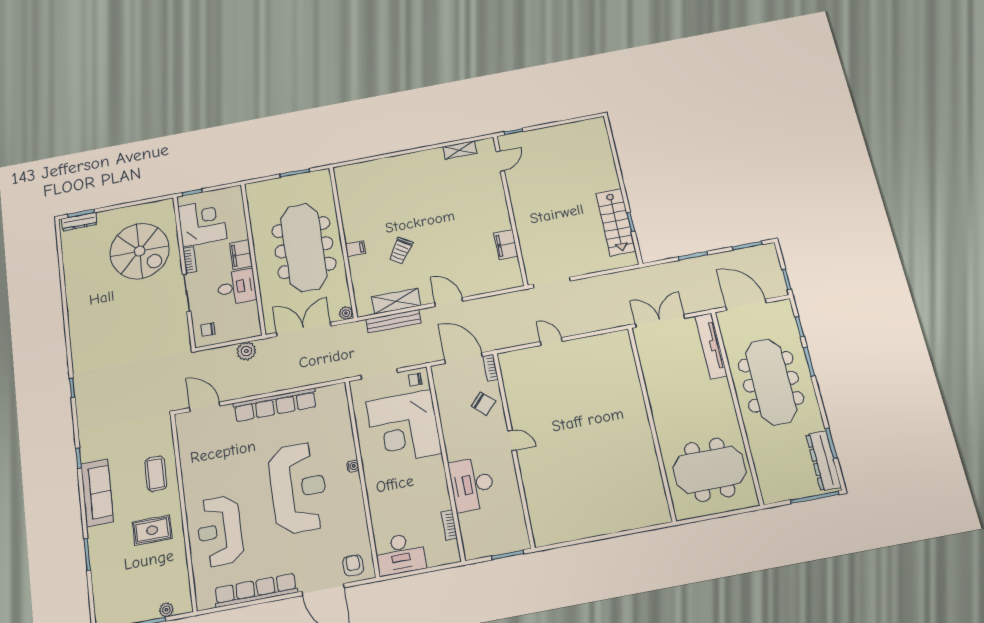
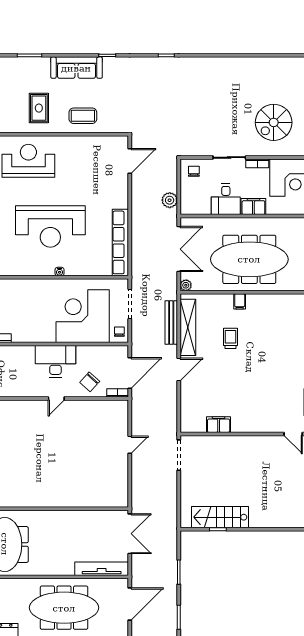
spiral stairs: (140, 251) -> (274, 122), width x0.73, depth x0.73
trolley: (401, 251) -> (231, 338), turned 58
shelving: (396, 301) -> (188, 327), width x1.47
row of seats: (275, 405) -> (120, 242), moved
desk: (472, 484) -> (55, 361), moved

